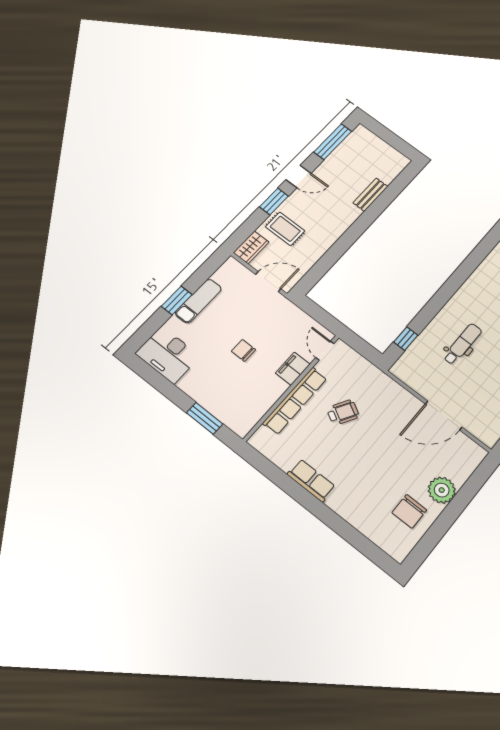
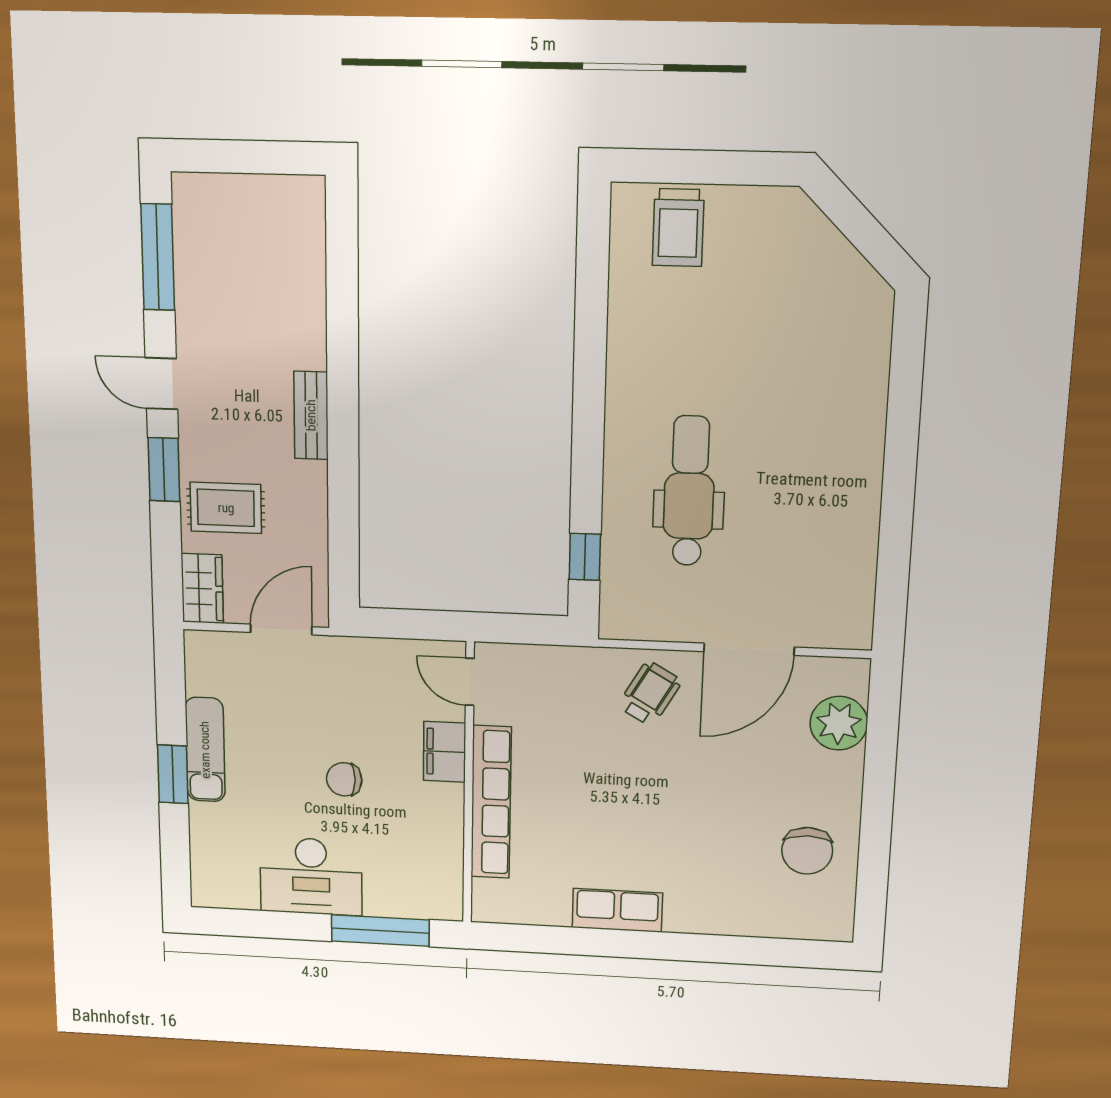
door: (299, 177) -> (161, 384), swing flipped
bench: (370, 195) -> (311, 415), moved
dental chair: (462, 344) -> (689, 491), width x1.36, depth x1.38
desk: (168, 355) -> (311, 876), moved
wheelchair: (343, 412) -> (650, 694), moved
window: (205, 418) -> (380, 931), width x1.44
plant: (442, 490) -> (839, 723), moved

